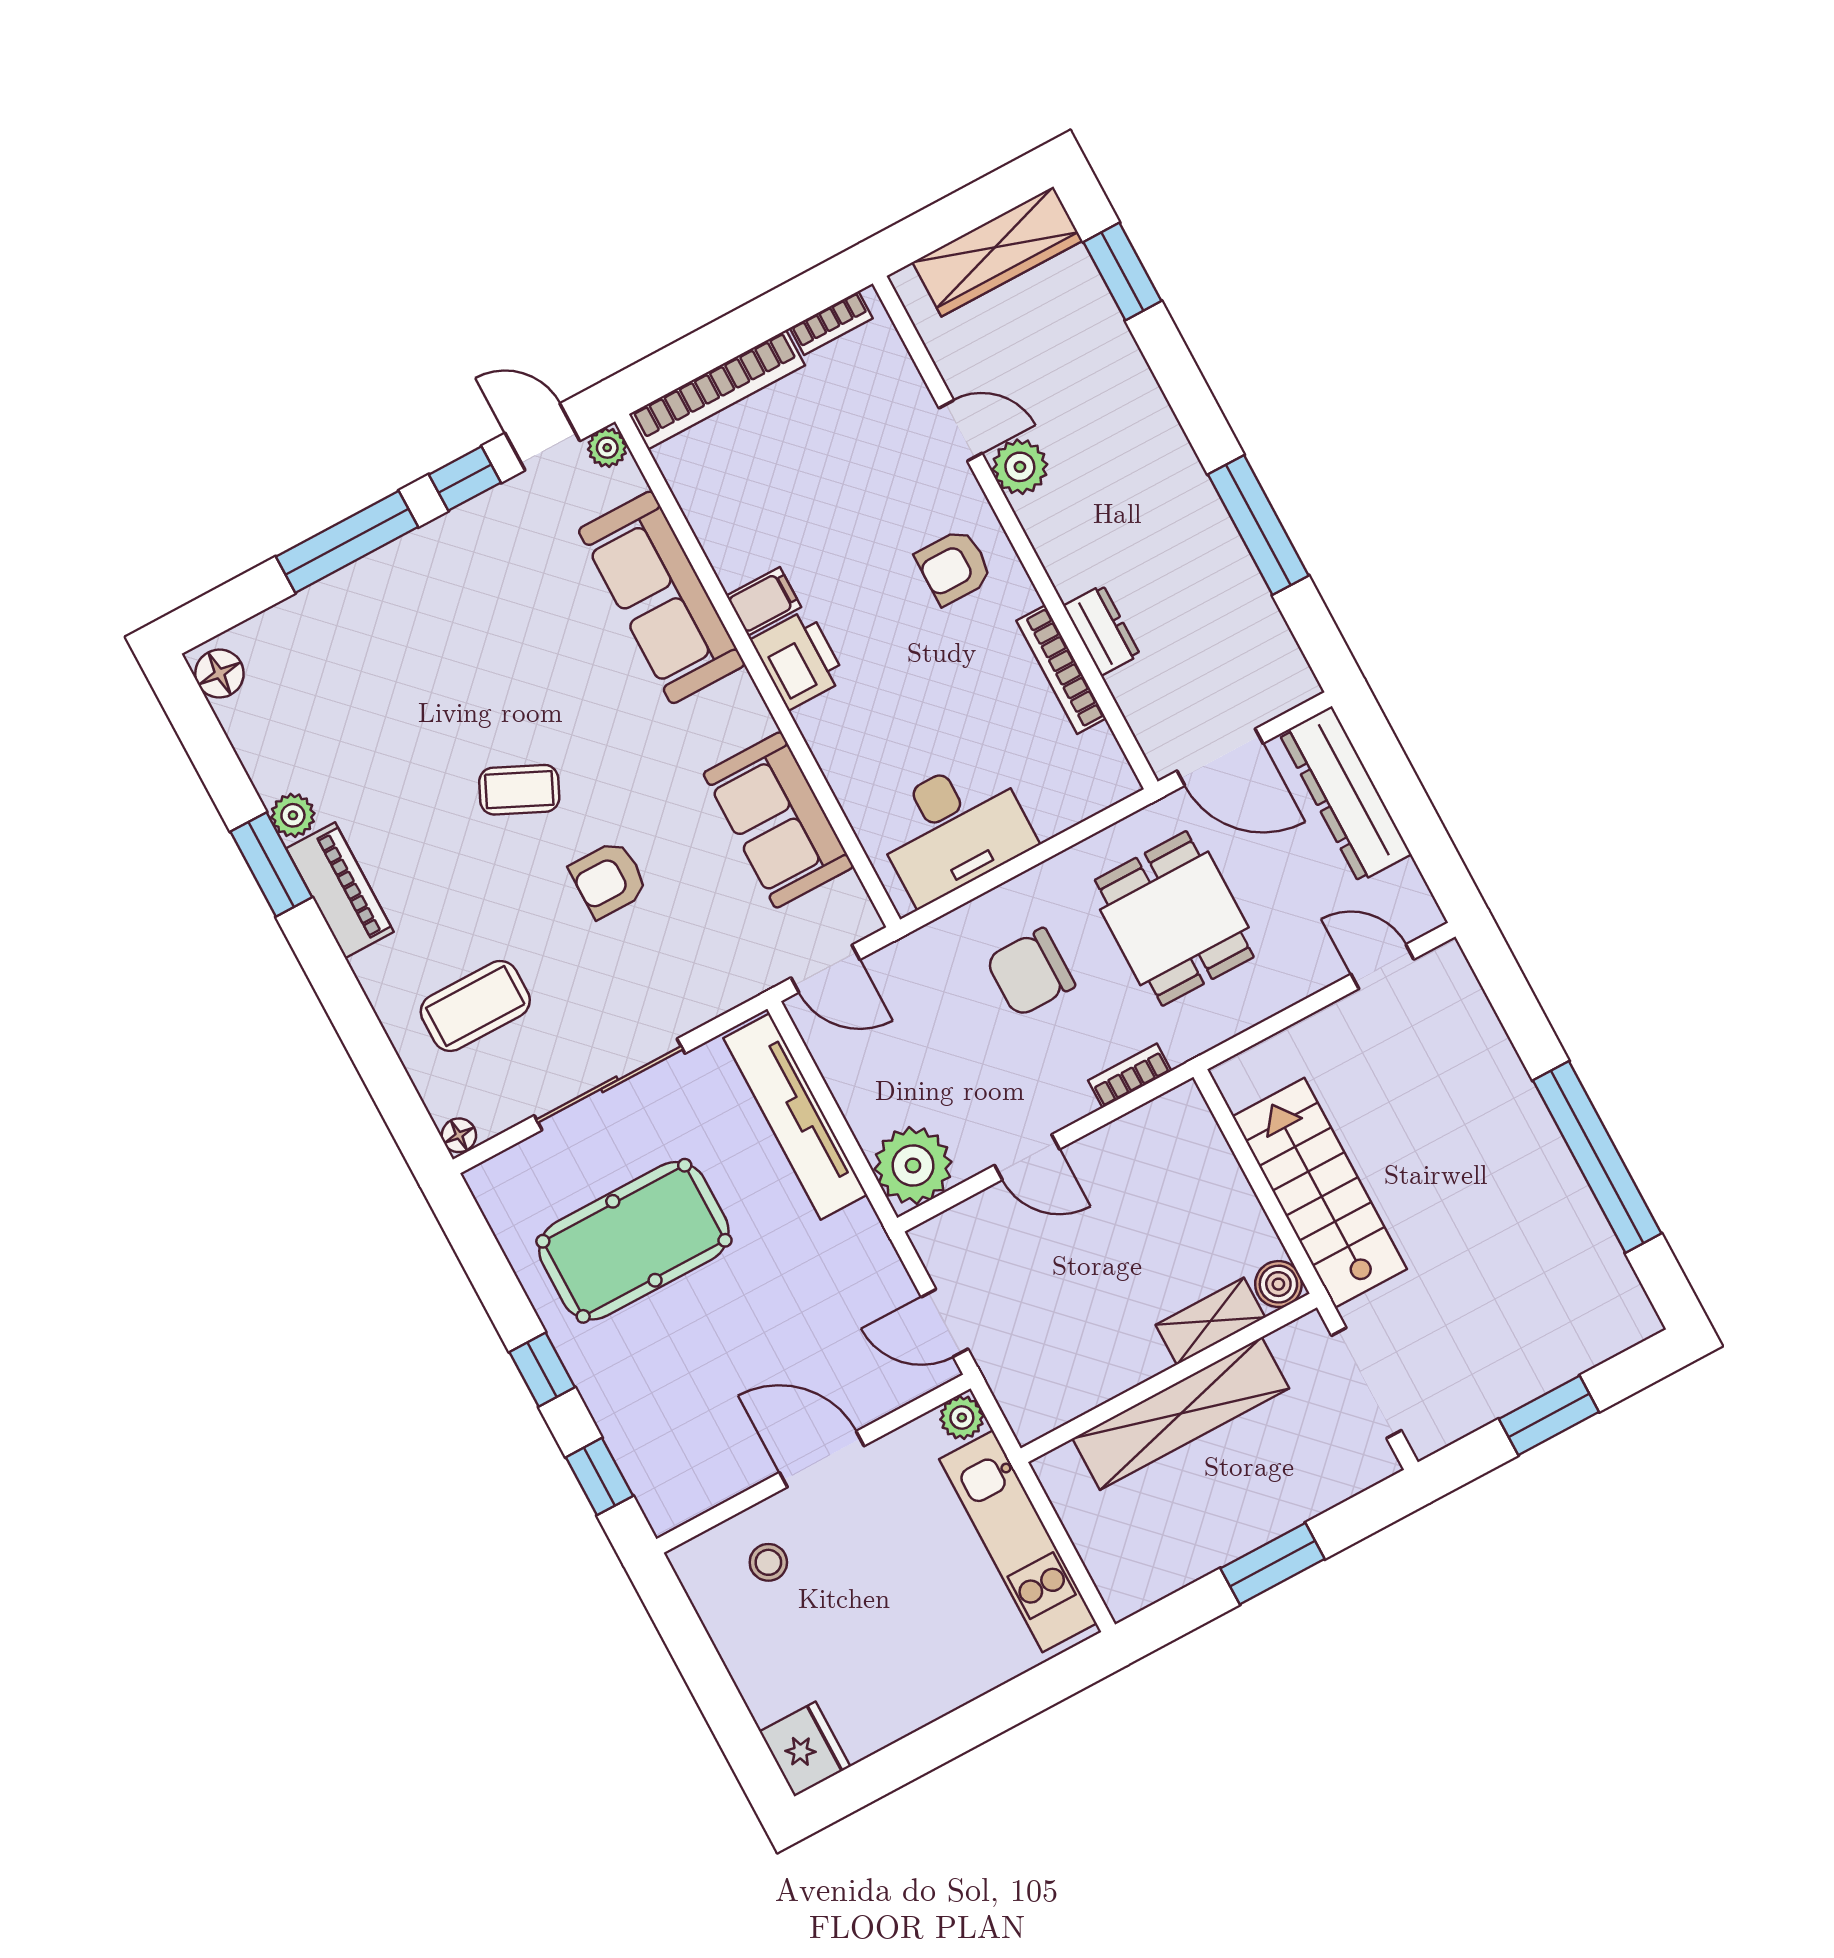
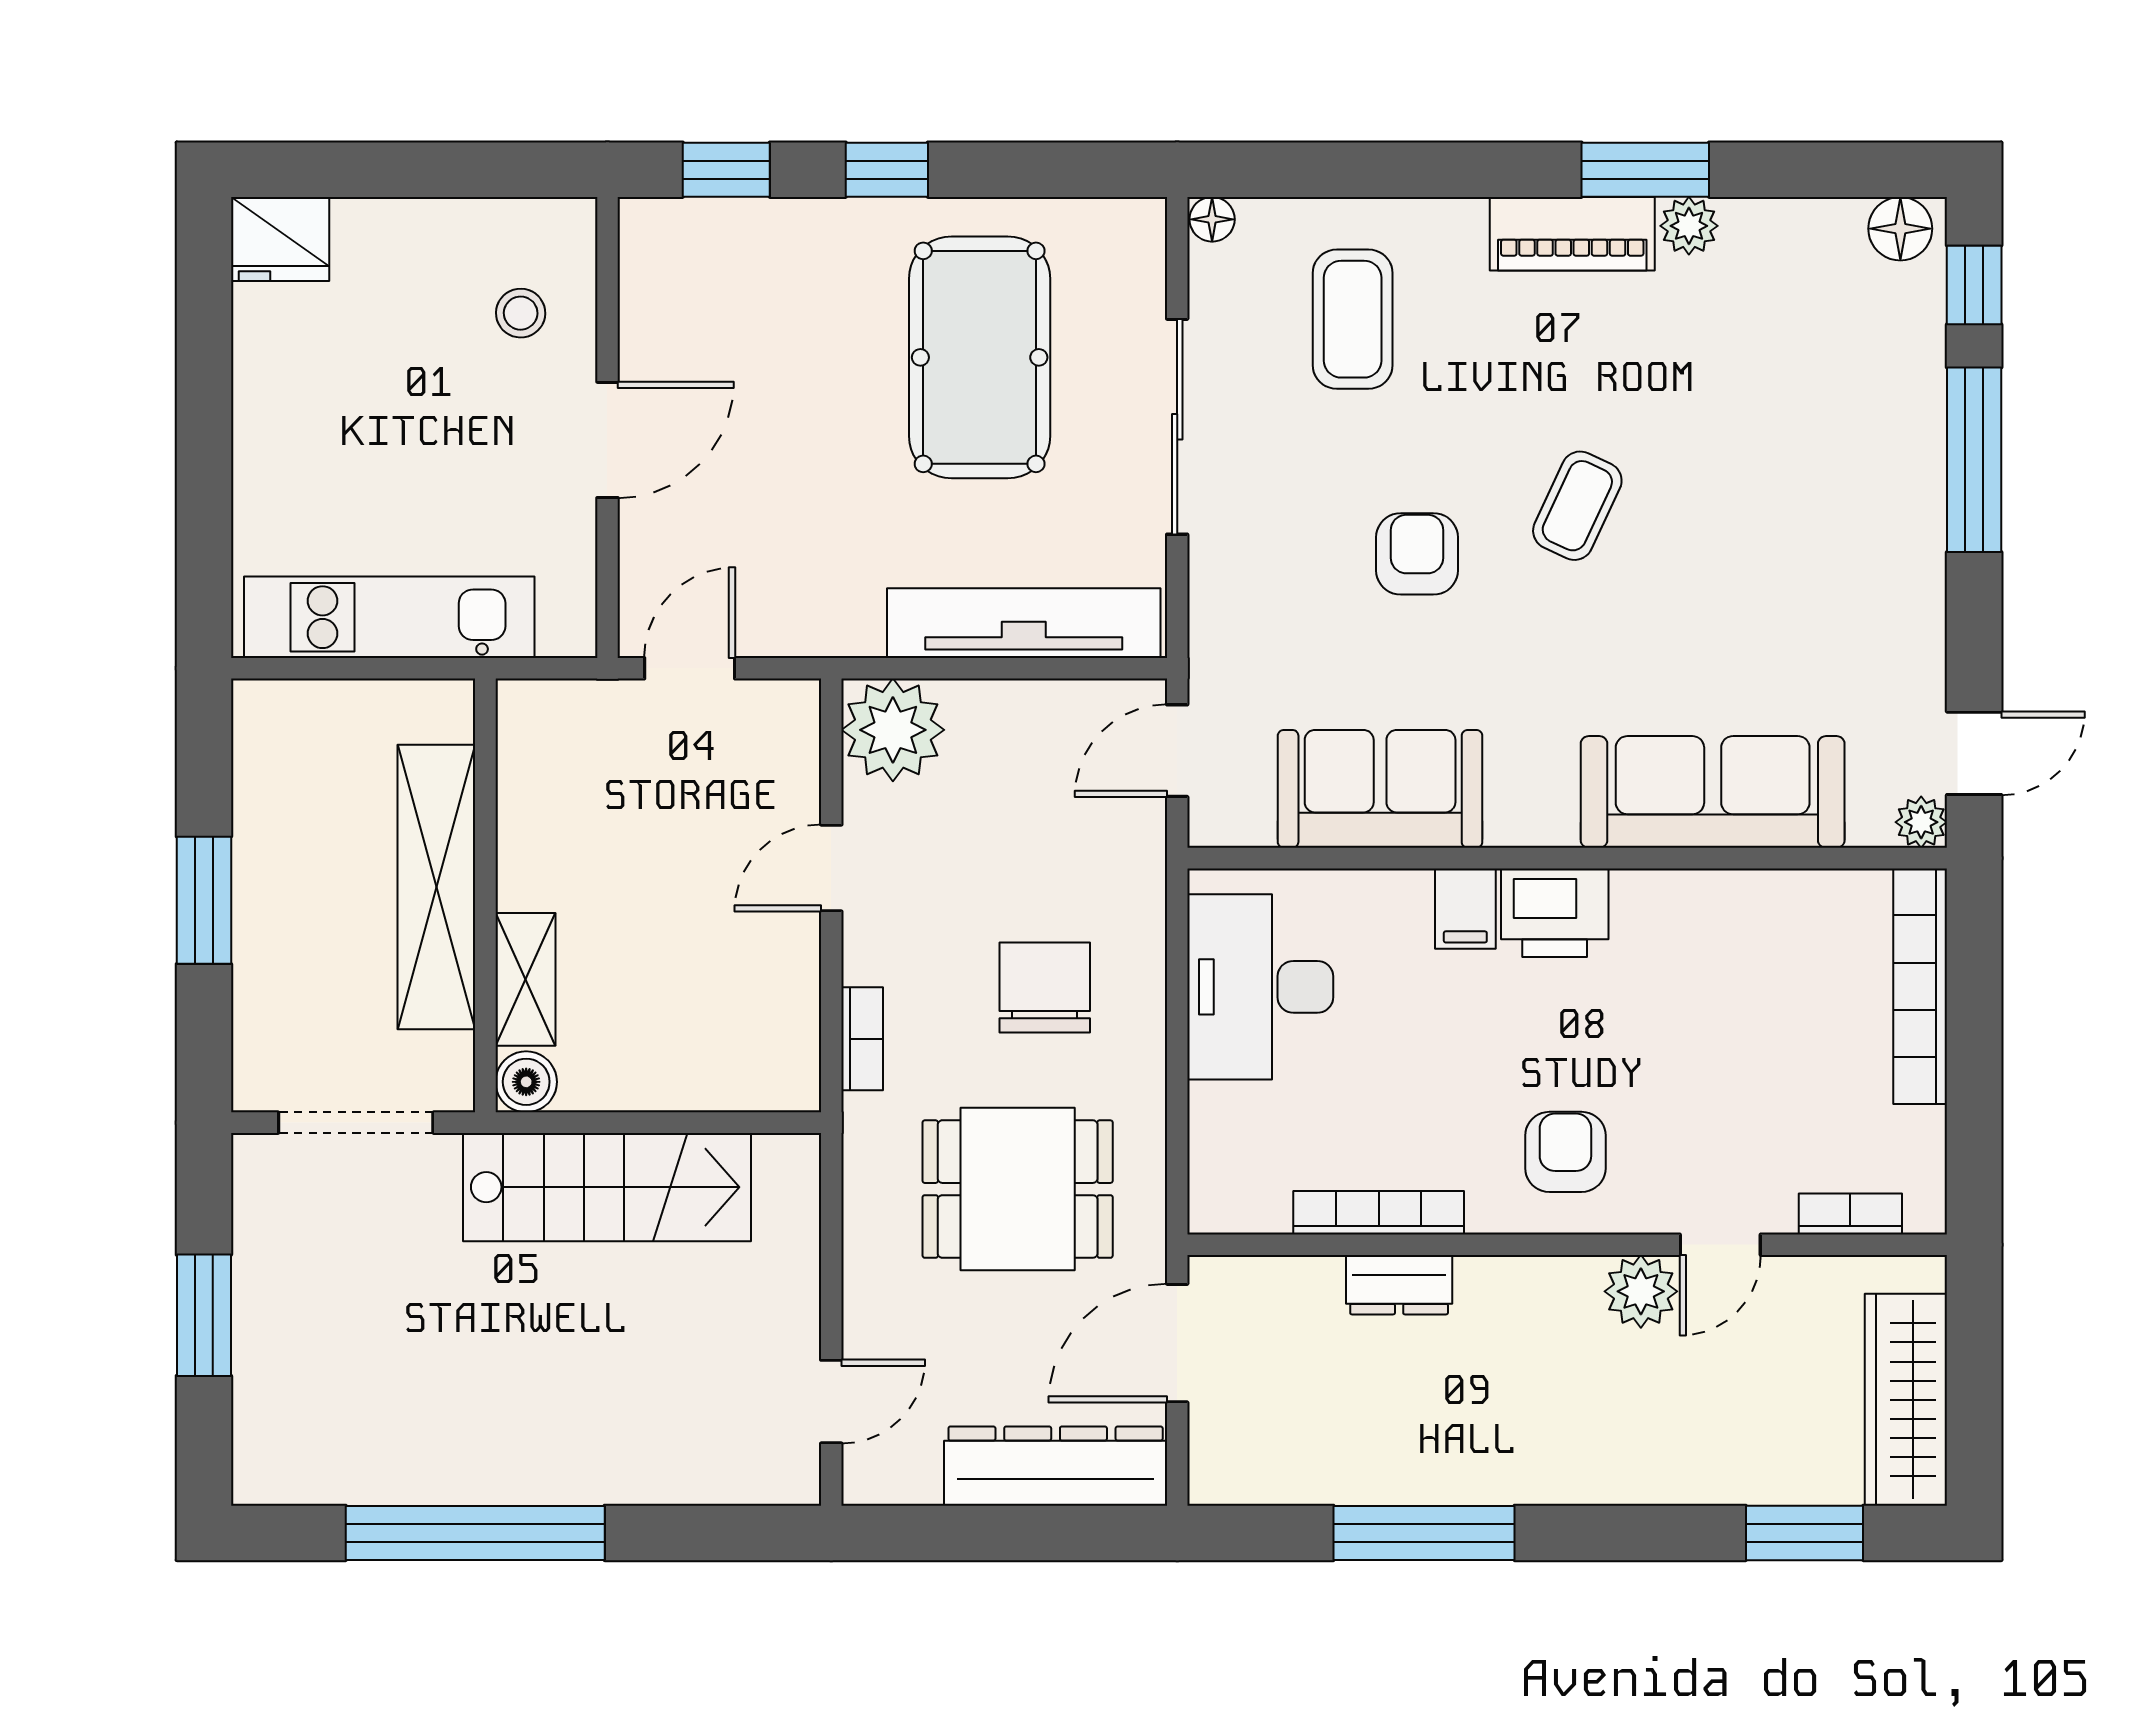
bookcase: (831, 323) -> (1850, 1214), moved, turned 90
window: (465, 479) -> (1974, 285), moved
filing cabinet: (764, 601) -> (1465, 909), moved
plant: (962, 1418) -> (568, 629), removed

